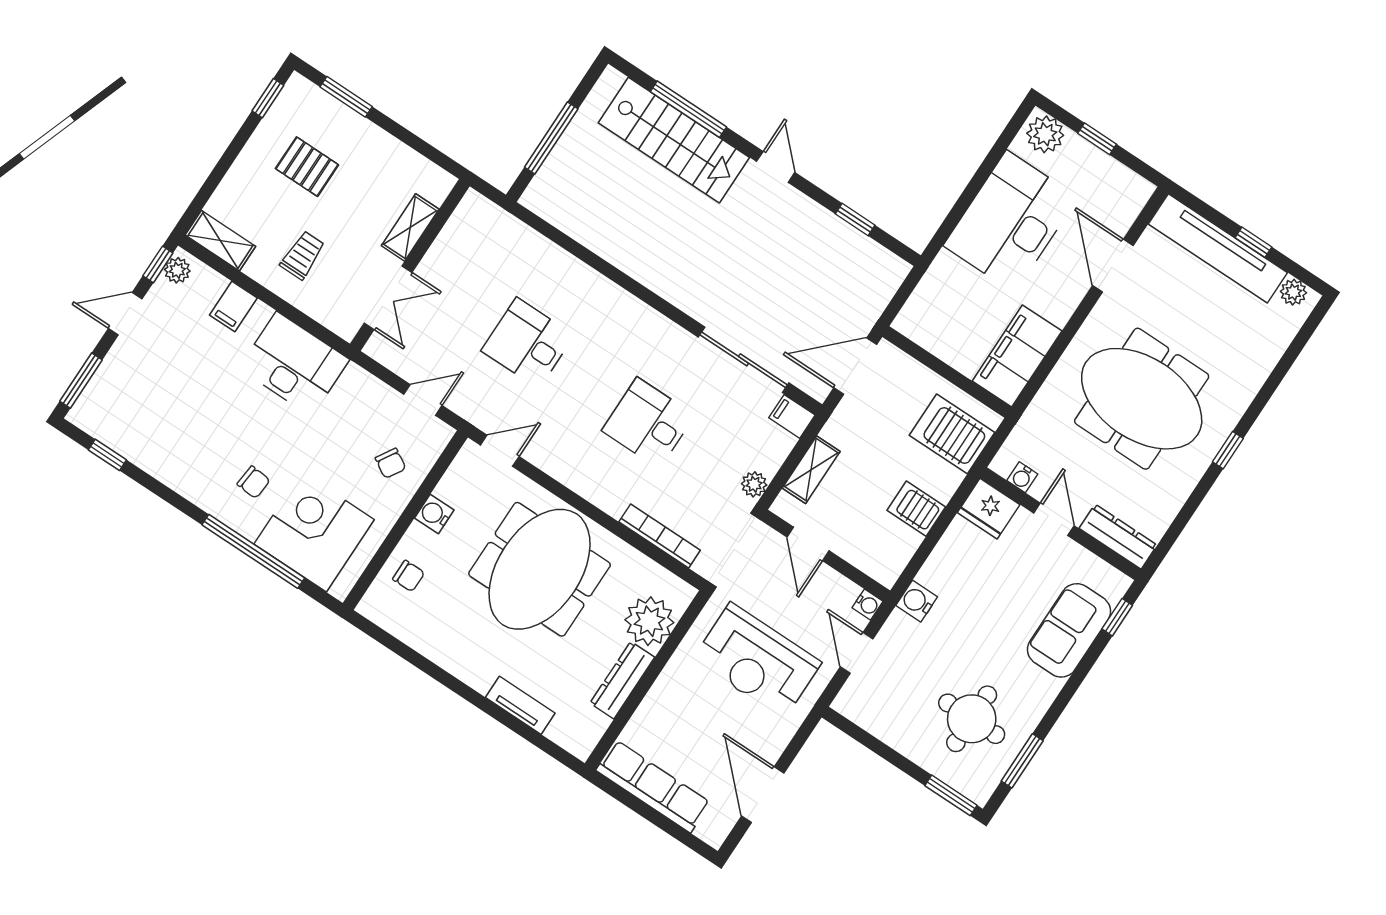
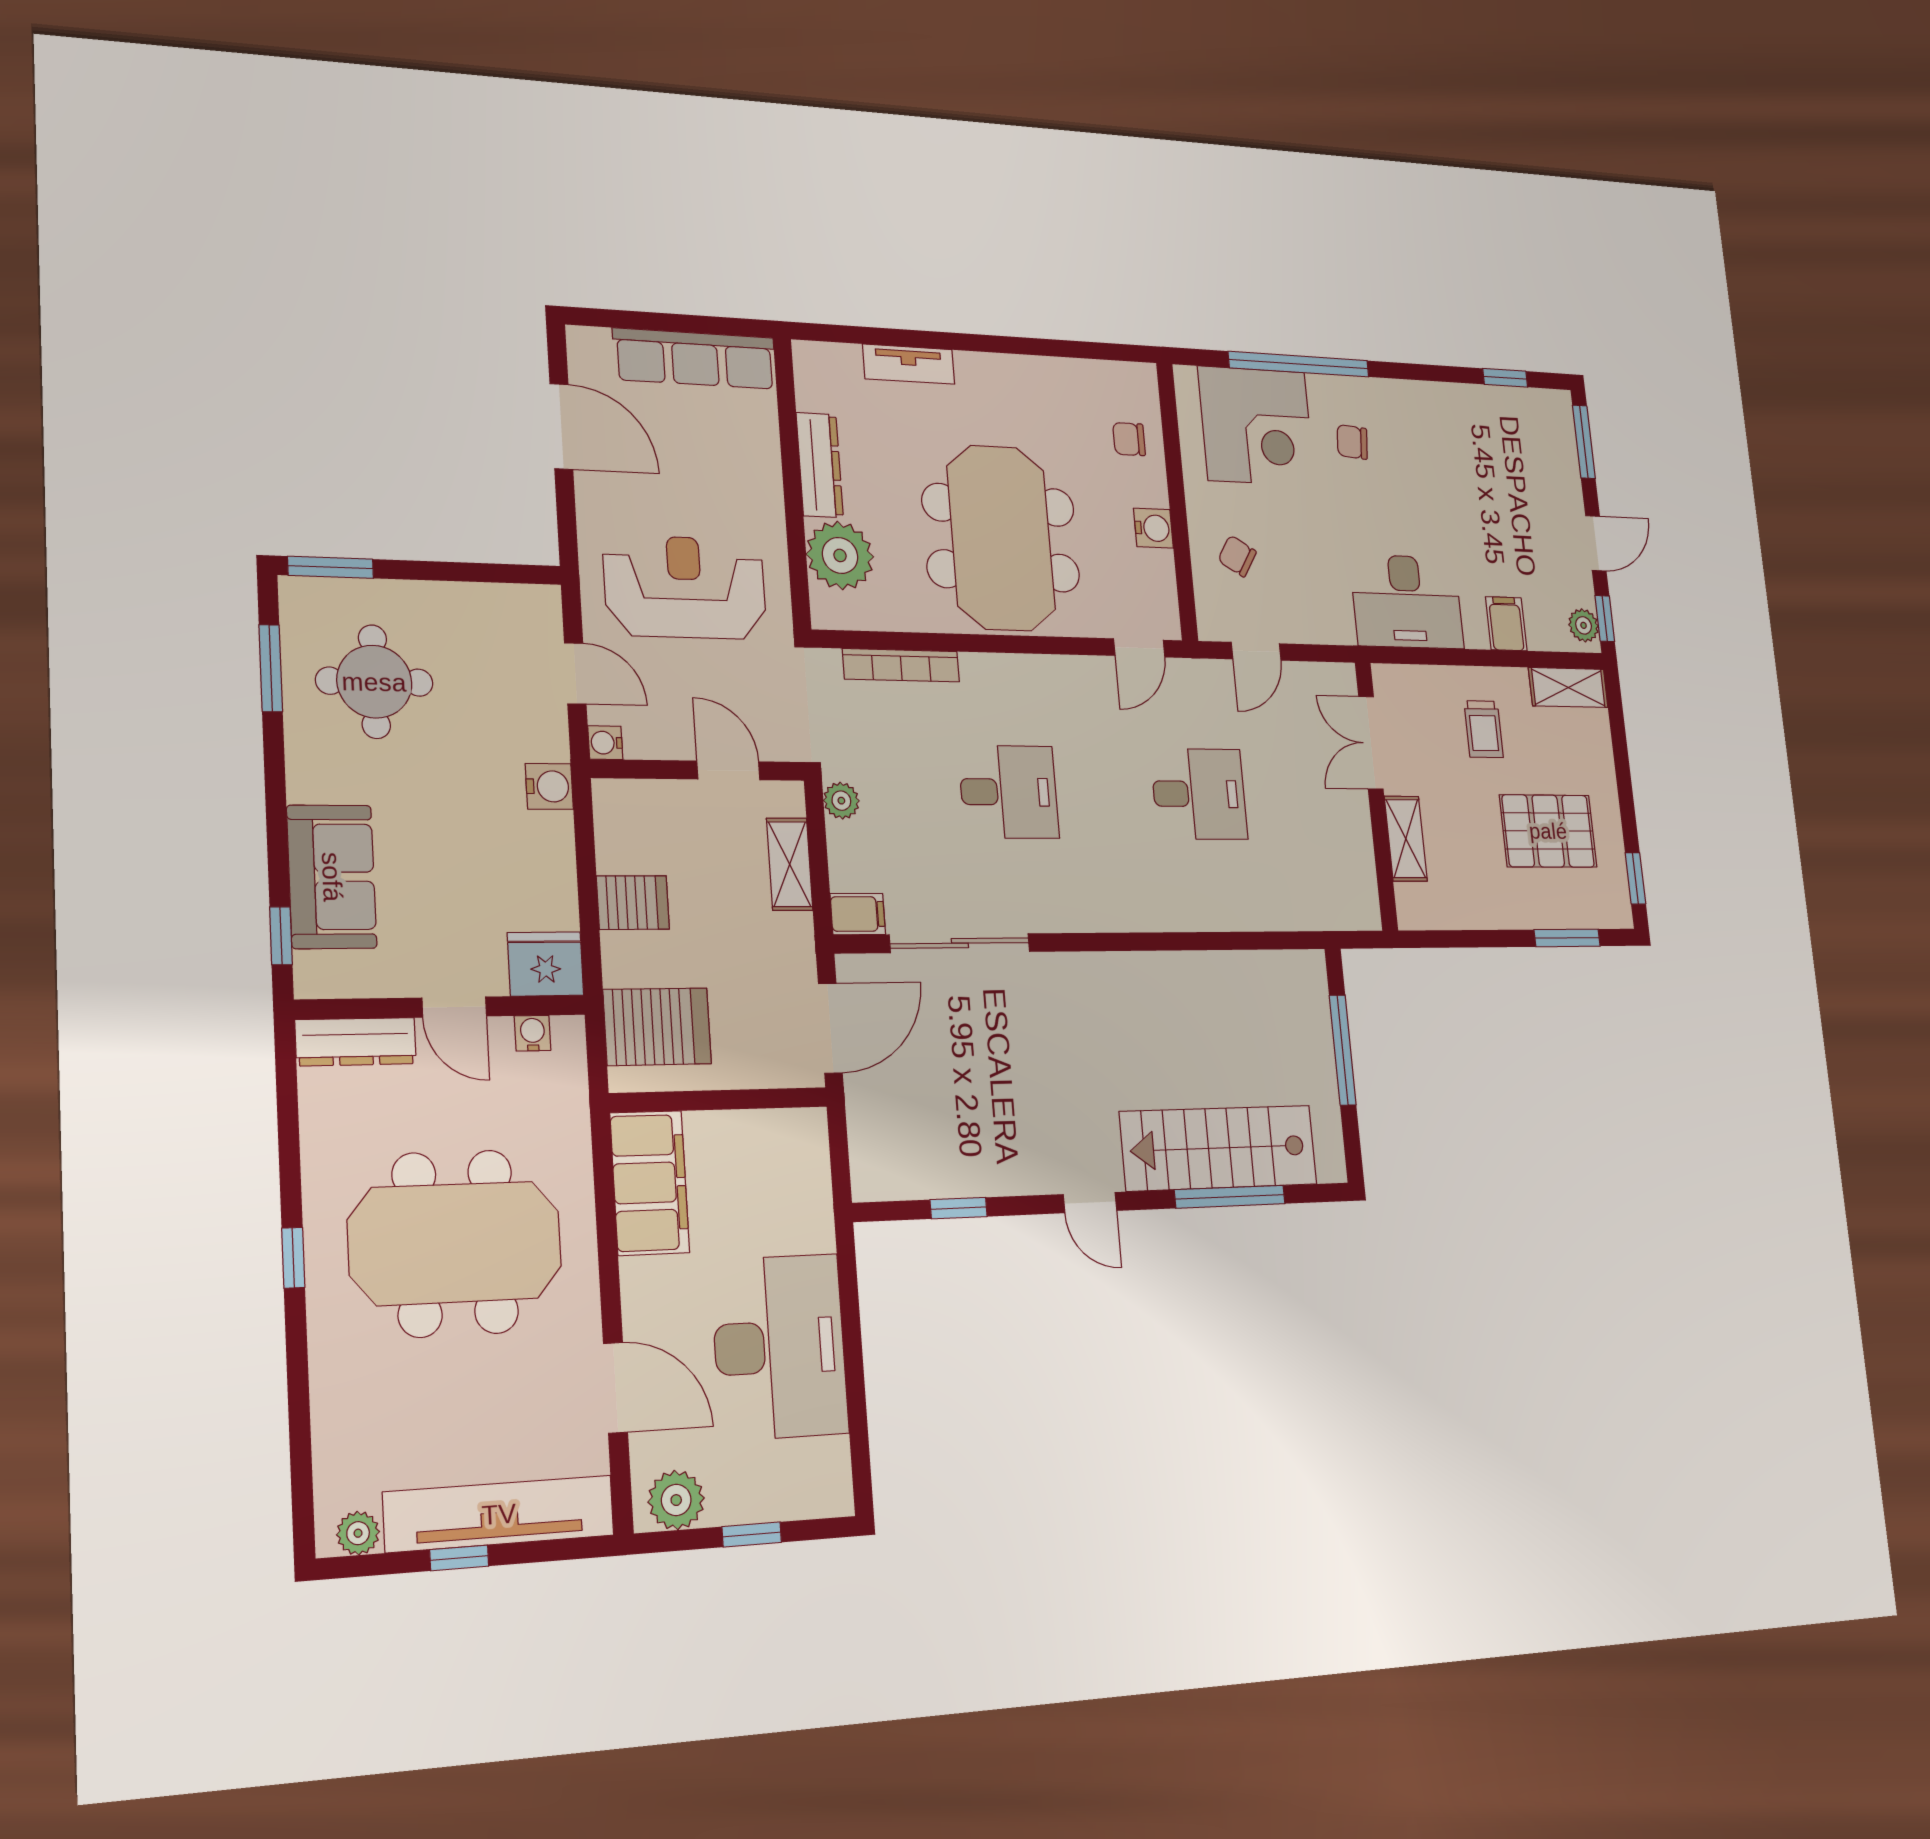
plant: (1045, 134) -> (676, 1500), moved
pallet: (307, 167) -> (1548, 831), width x1.50, depth x1.42

